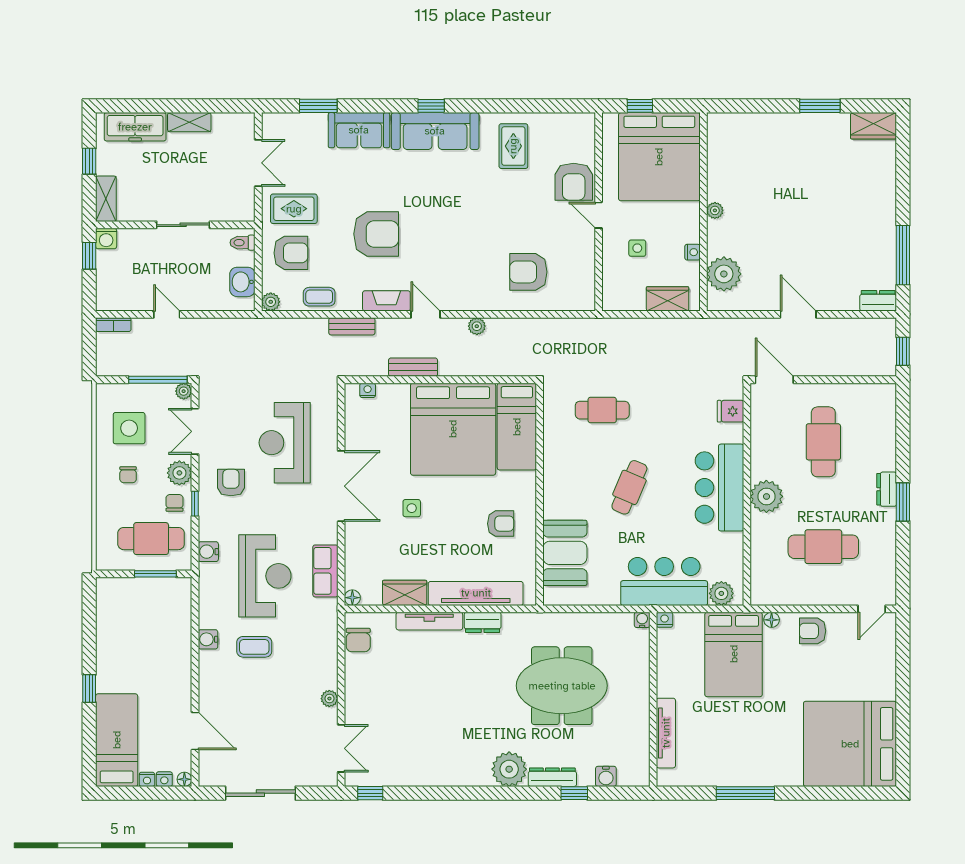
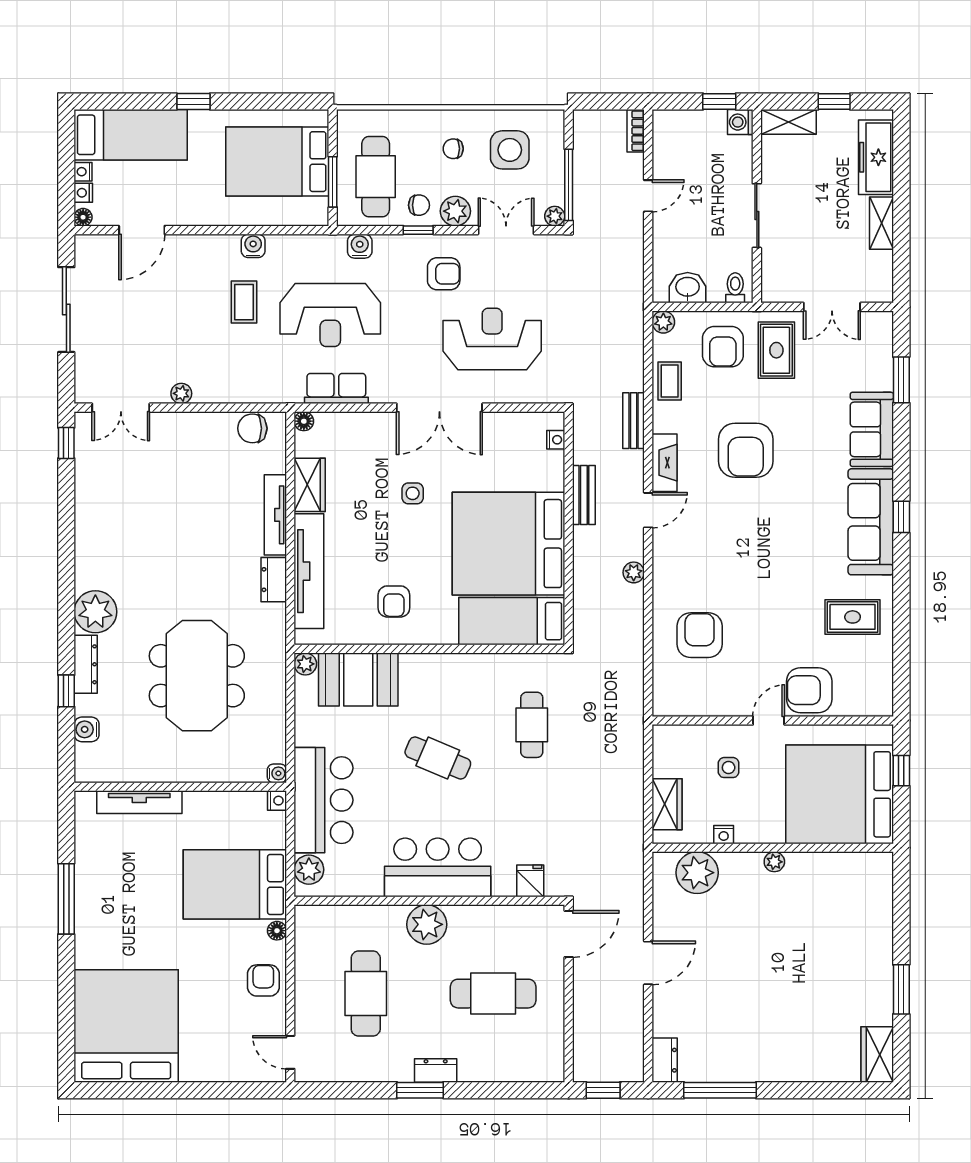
plant: (552, 596) -> (305, 664), added
bed: (139, 619) -> (277, 162), added

